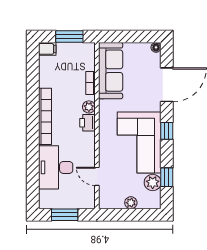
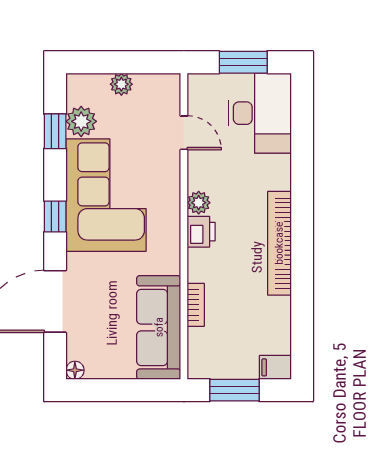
plant: (89, 107) -> (199, 203), moved
desk: (56, 167) -> (260, 113), moved

